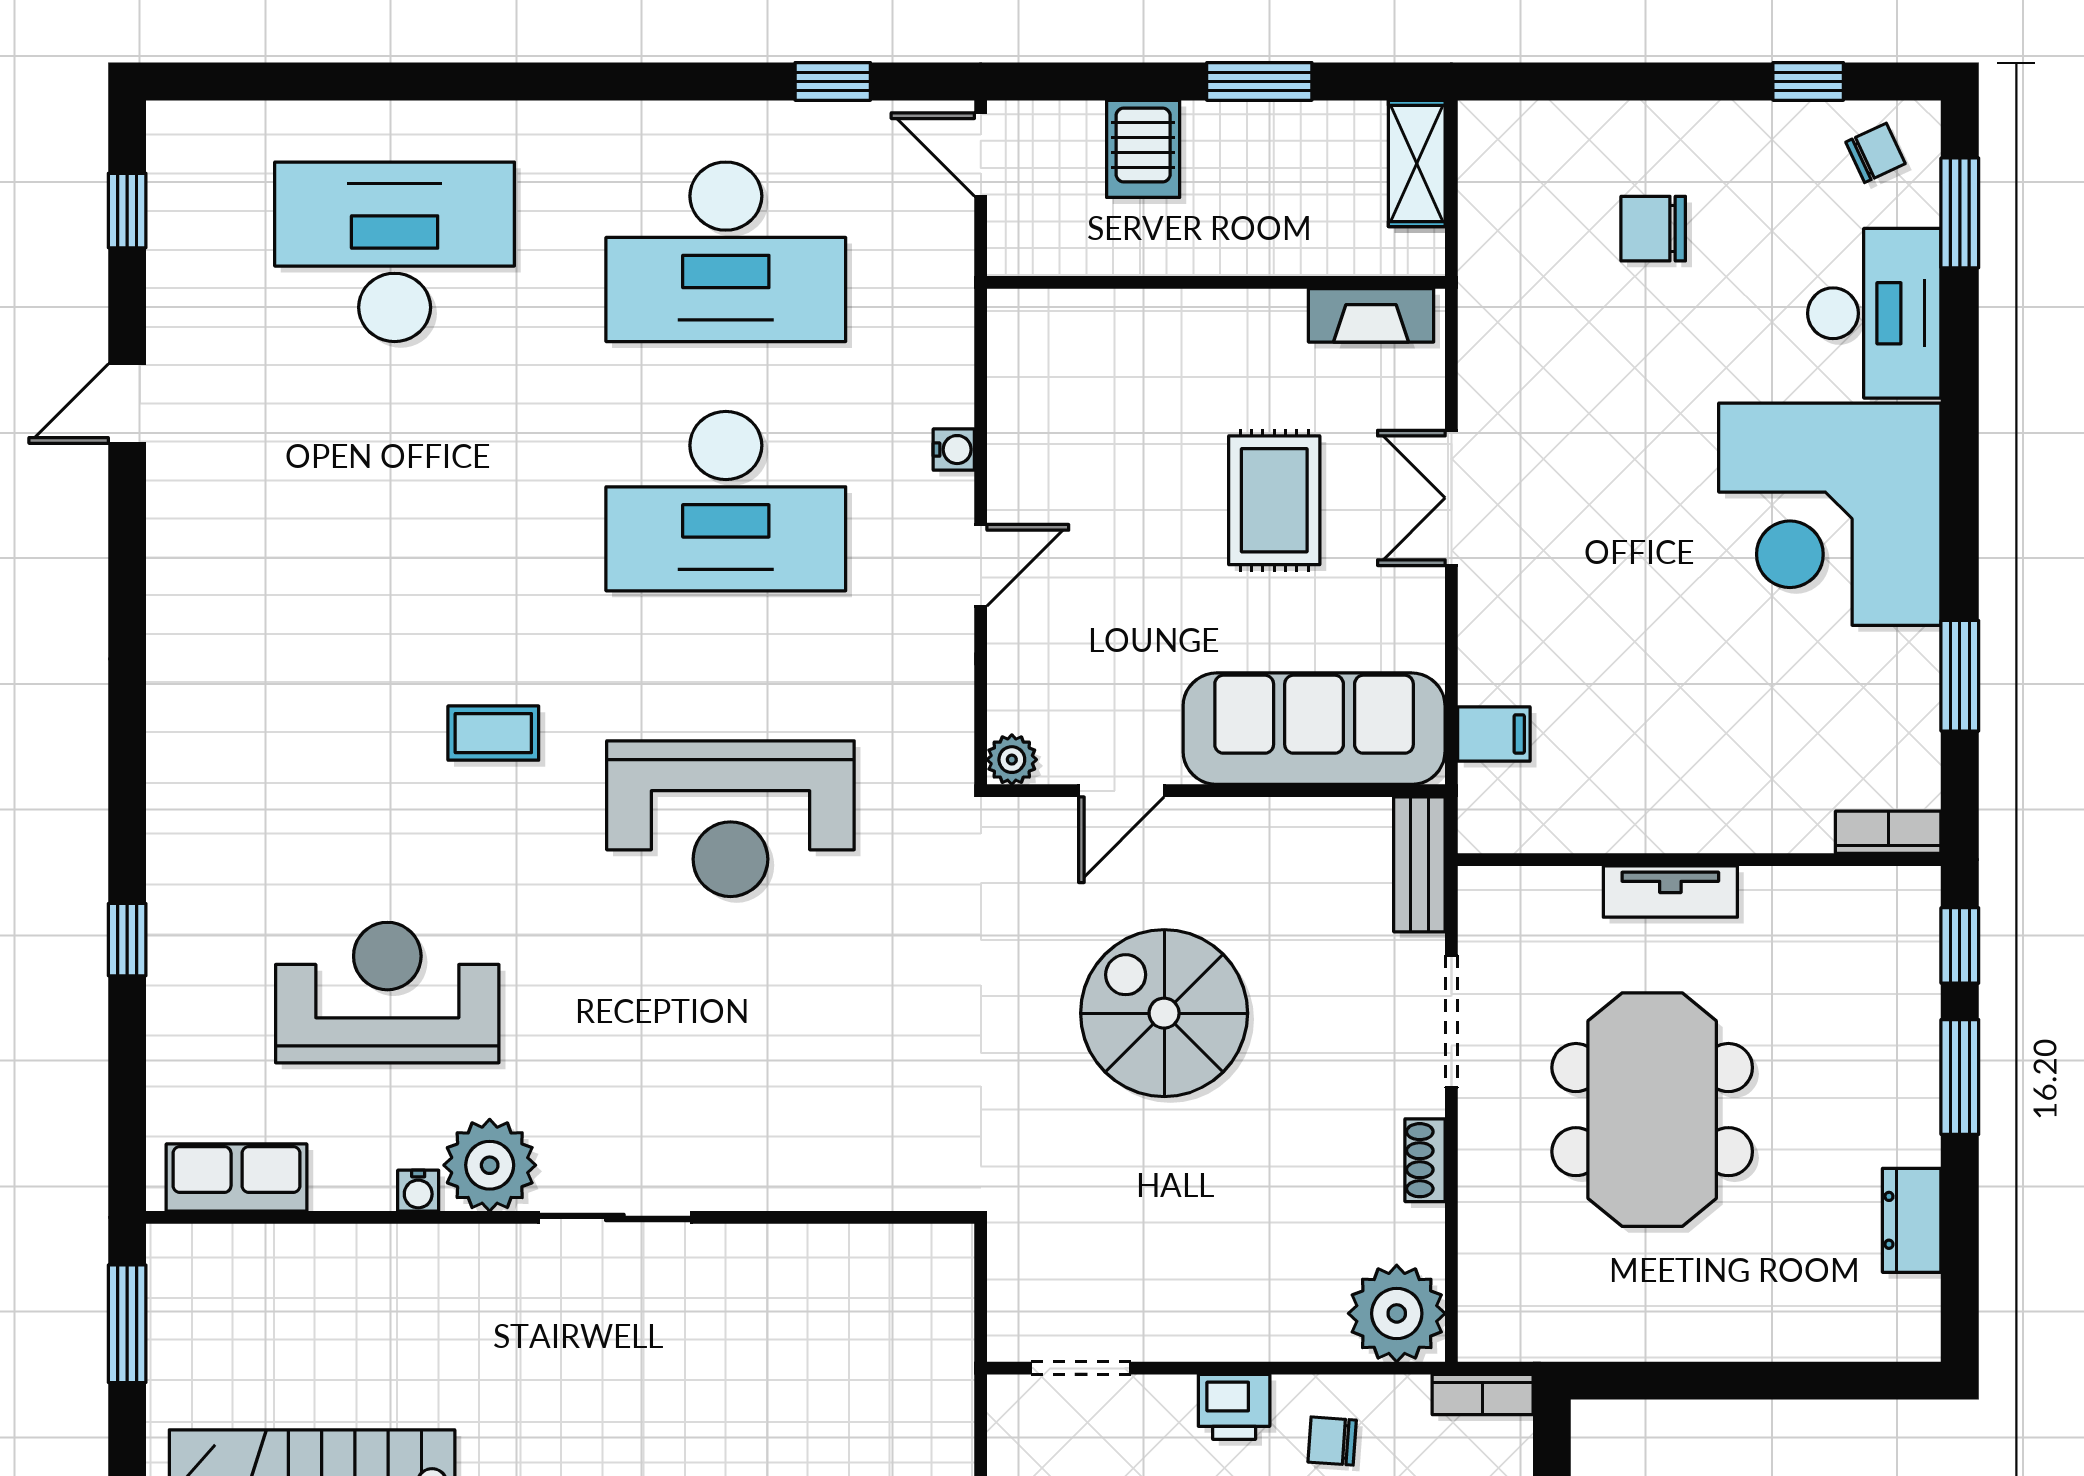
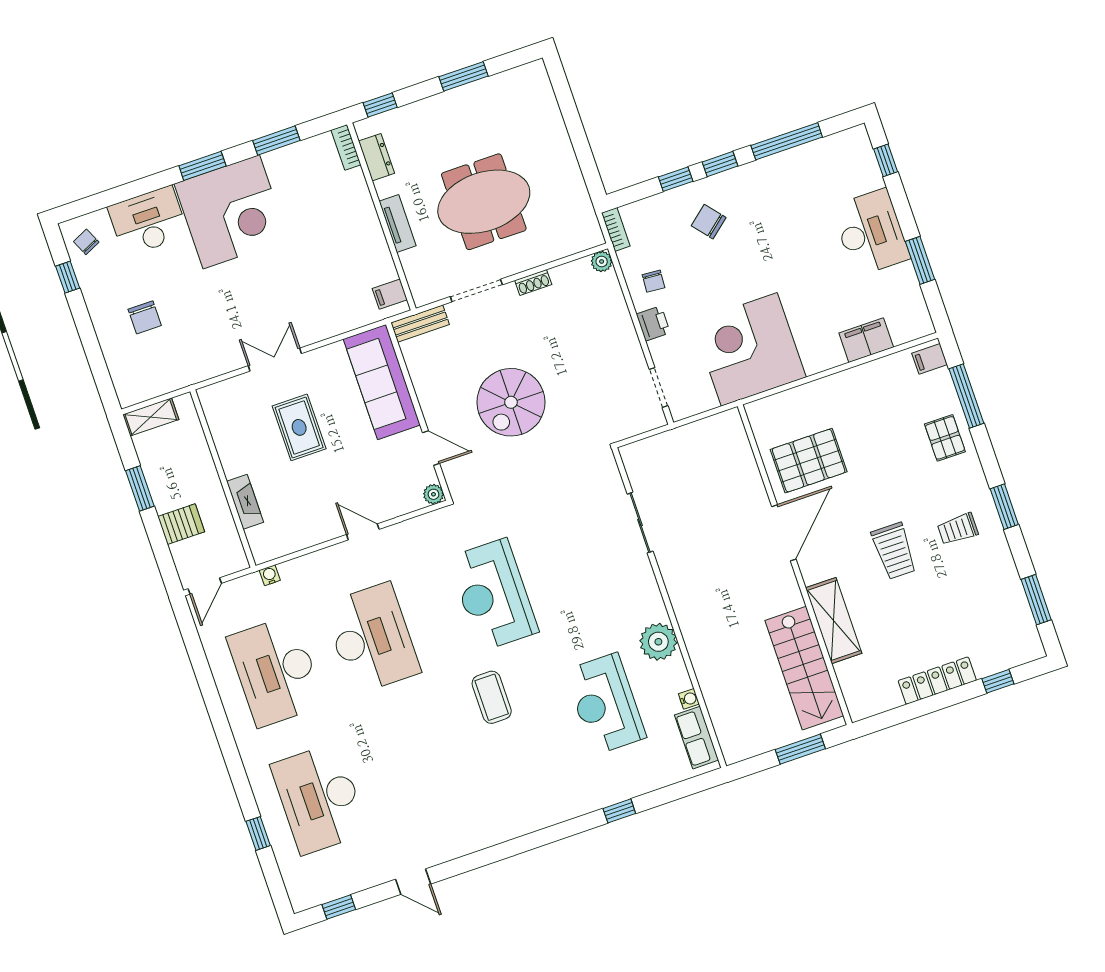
window: (833, 81) -> (258, 833), moved
window: (1960, 213) -> (202, 166), moved
desk: (726, 252) -> (276, 671), turned 180
fireplace: (1371, 315) -> (245, 502), moved
water cooler: (954, 450) -> (270, 575), moved
double door: (1451, 498) -> (275, 360), swing flipped
rug: (1274, 500) -> (299, 427), turned 90
coffee table: (493, 733) -> (492, 697), width x1.36, depth x1.30
filing cabinet: (1494, 734) -> (390, 294), moved, turned -90
reception desk: (730, 819) -> (493, 595), turned 180
window: (1960, 1077) -> (464, 76), moved
water cooler: (418, 1191) -> (689, 699), moved
sliding door: (615, 1217) -> (640, 523), moved
dresser: (1912, 1220) -> (376, 157), moved, turned -90
plant: (1397, 1313) -> (602, 261), width x0.53, depth x0.53
window: (127, 1324) -> (800, 749), moved

